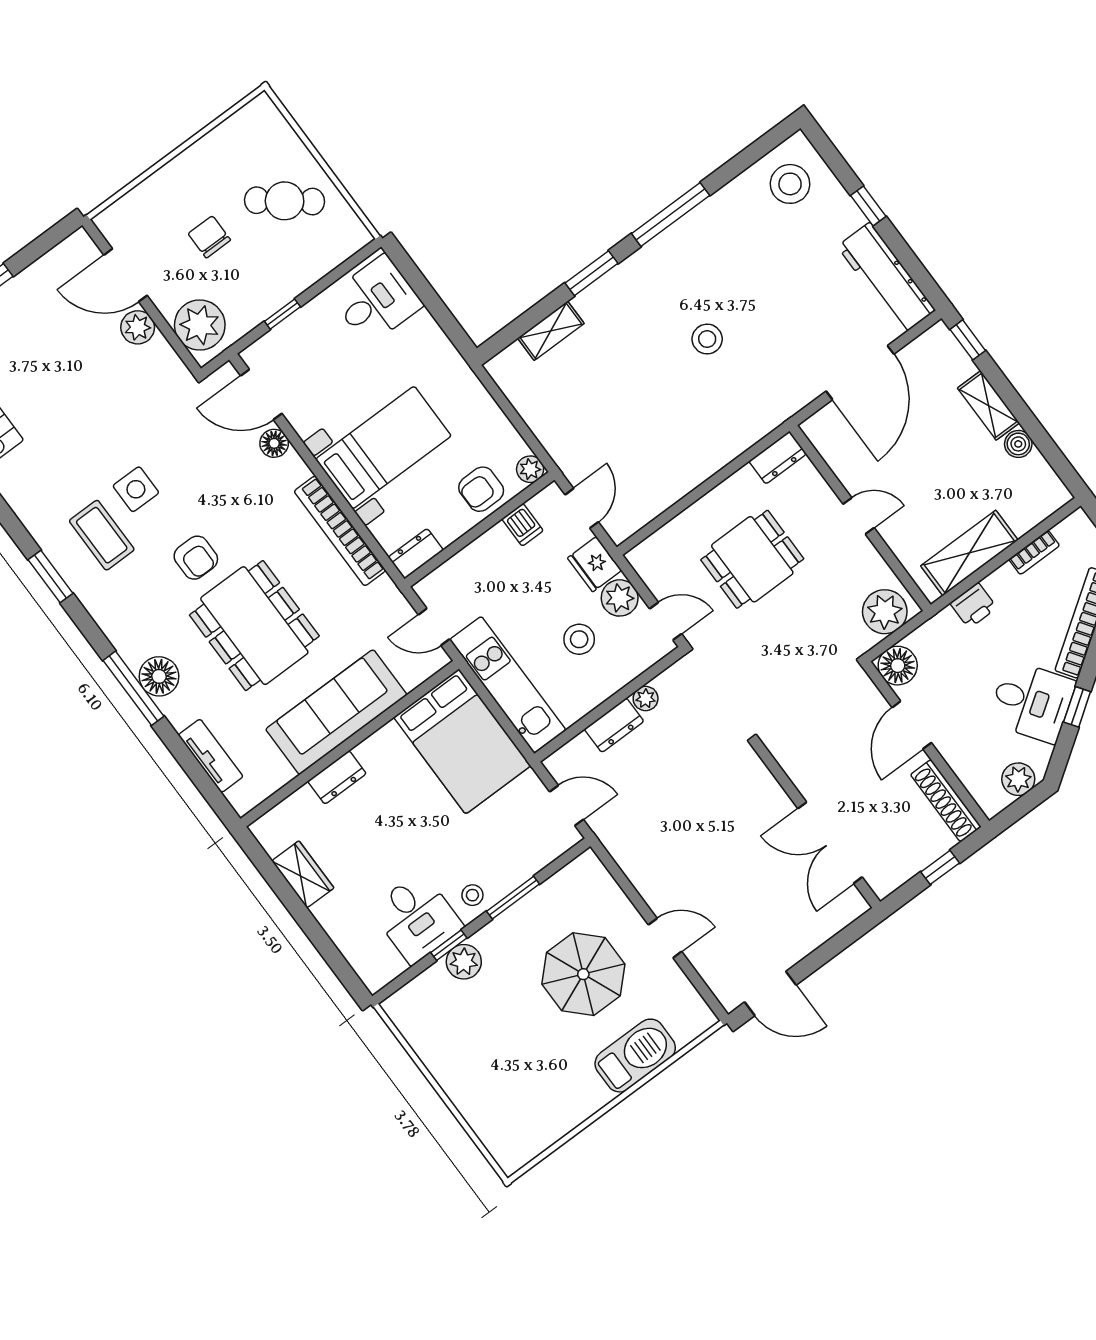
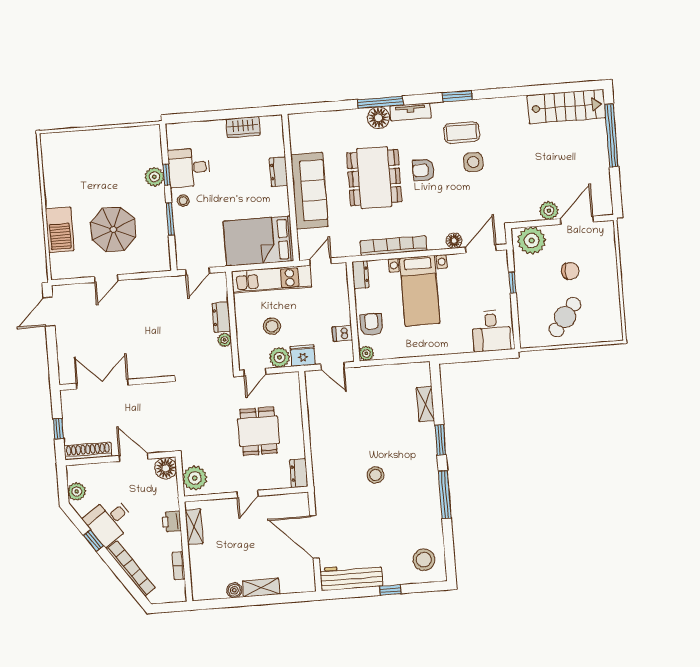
window: (968, 340) -> (298, 597), removed
shelving: (969, 553) -> (194, 527), width x0.67, depth x0.75
dining table: (254, 626) -> (374, 178), turned 90
tv unit: (211, 756) -> (411, 112), moved

